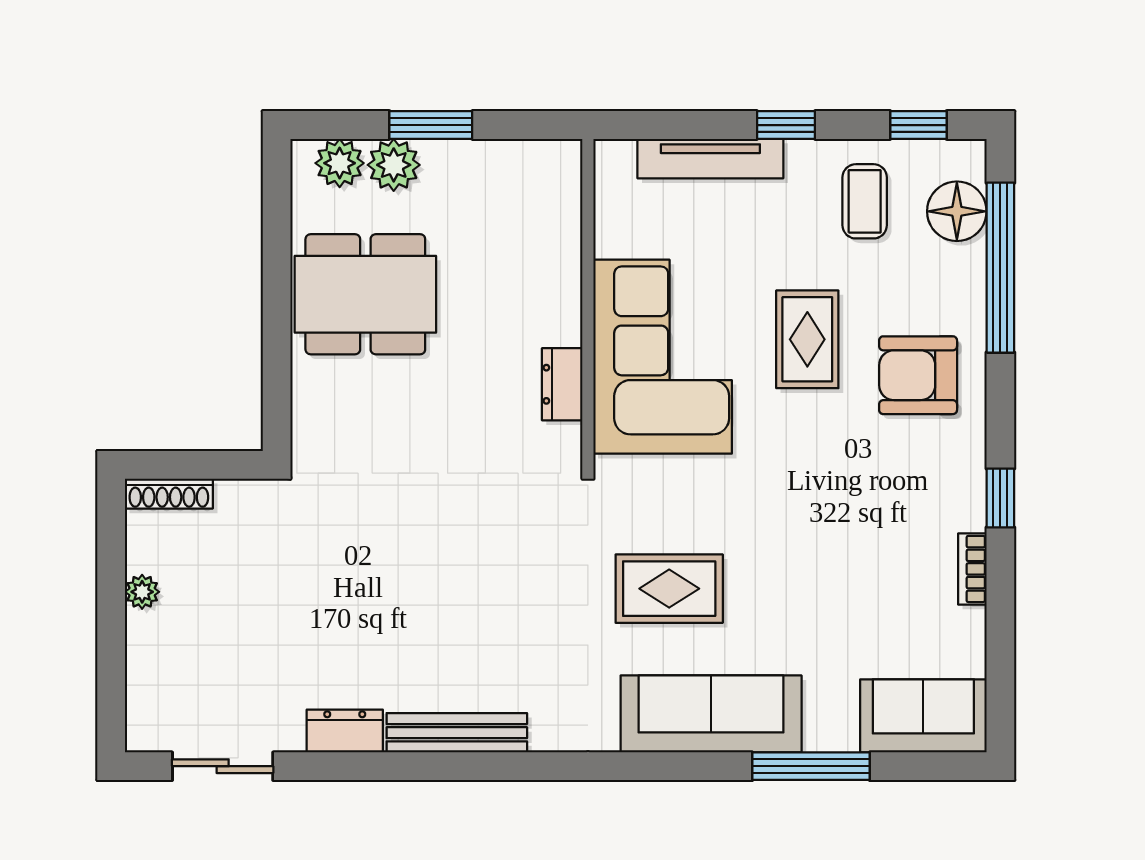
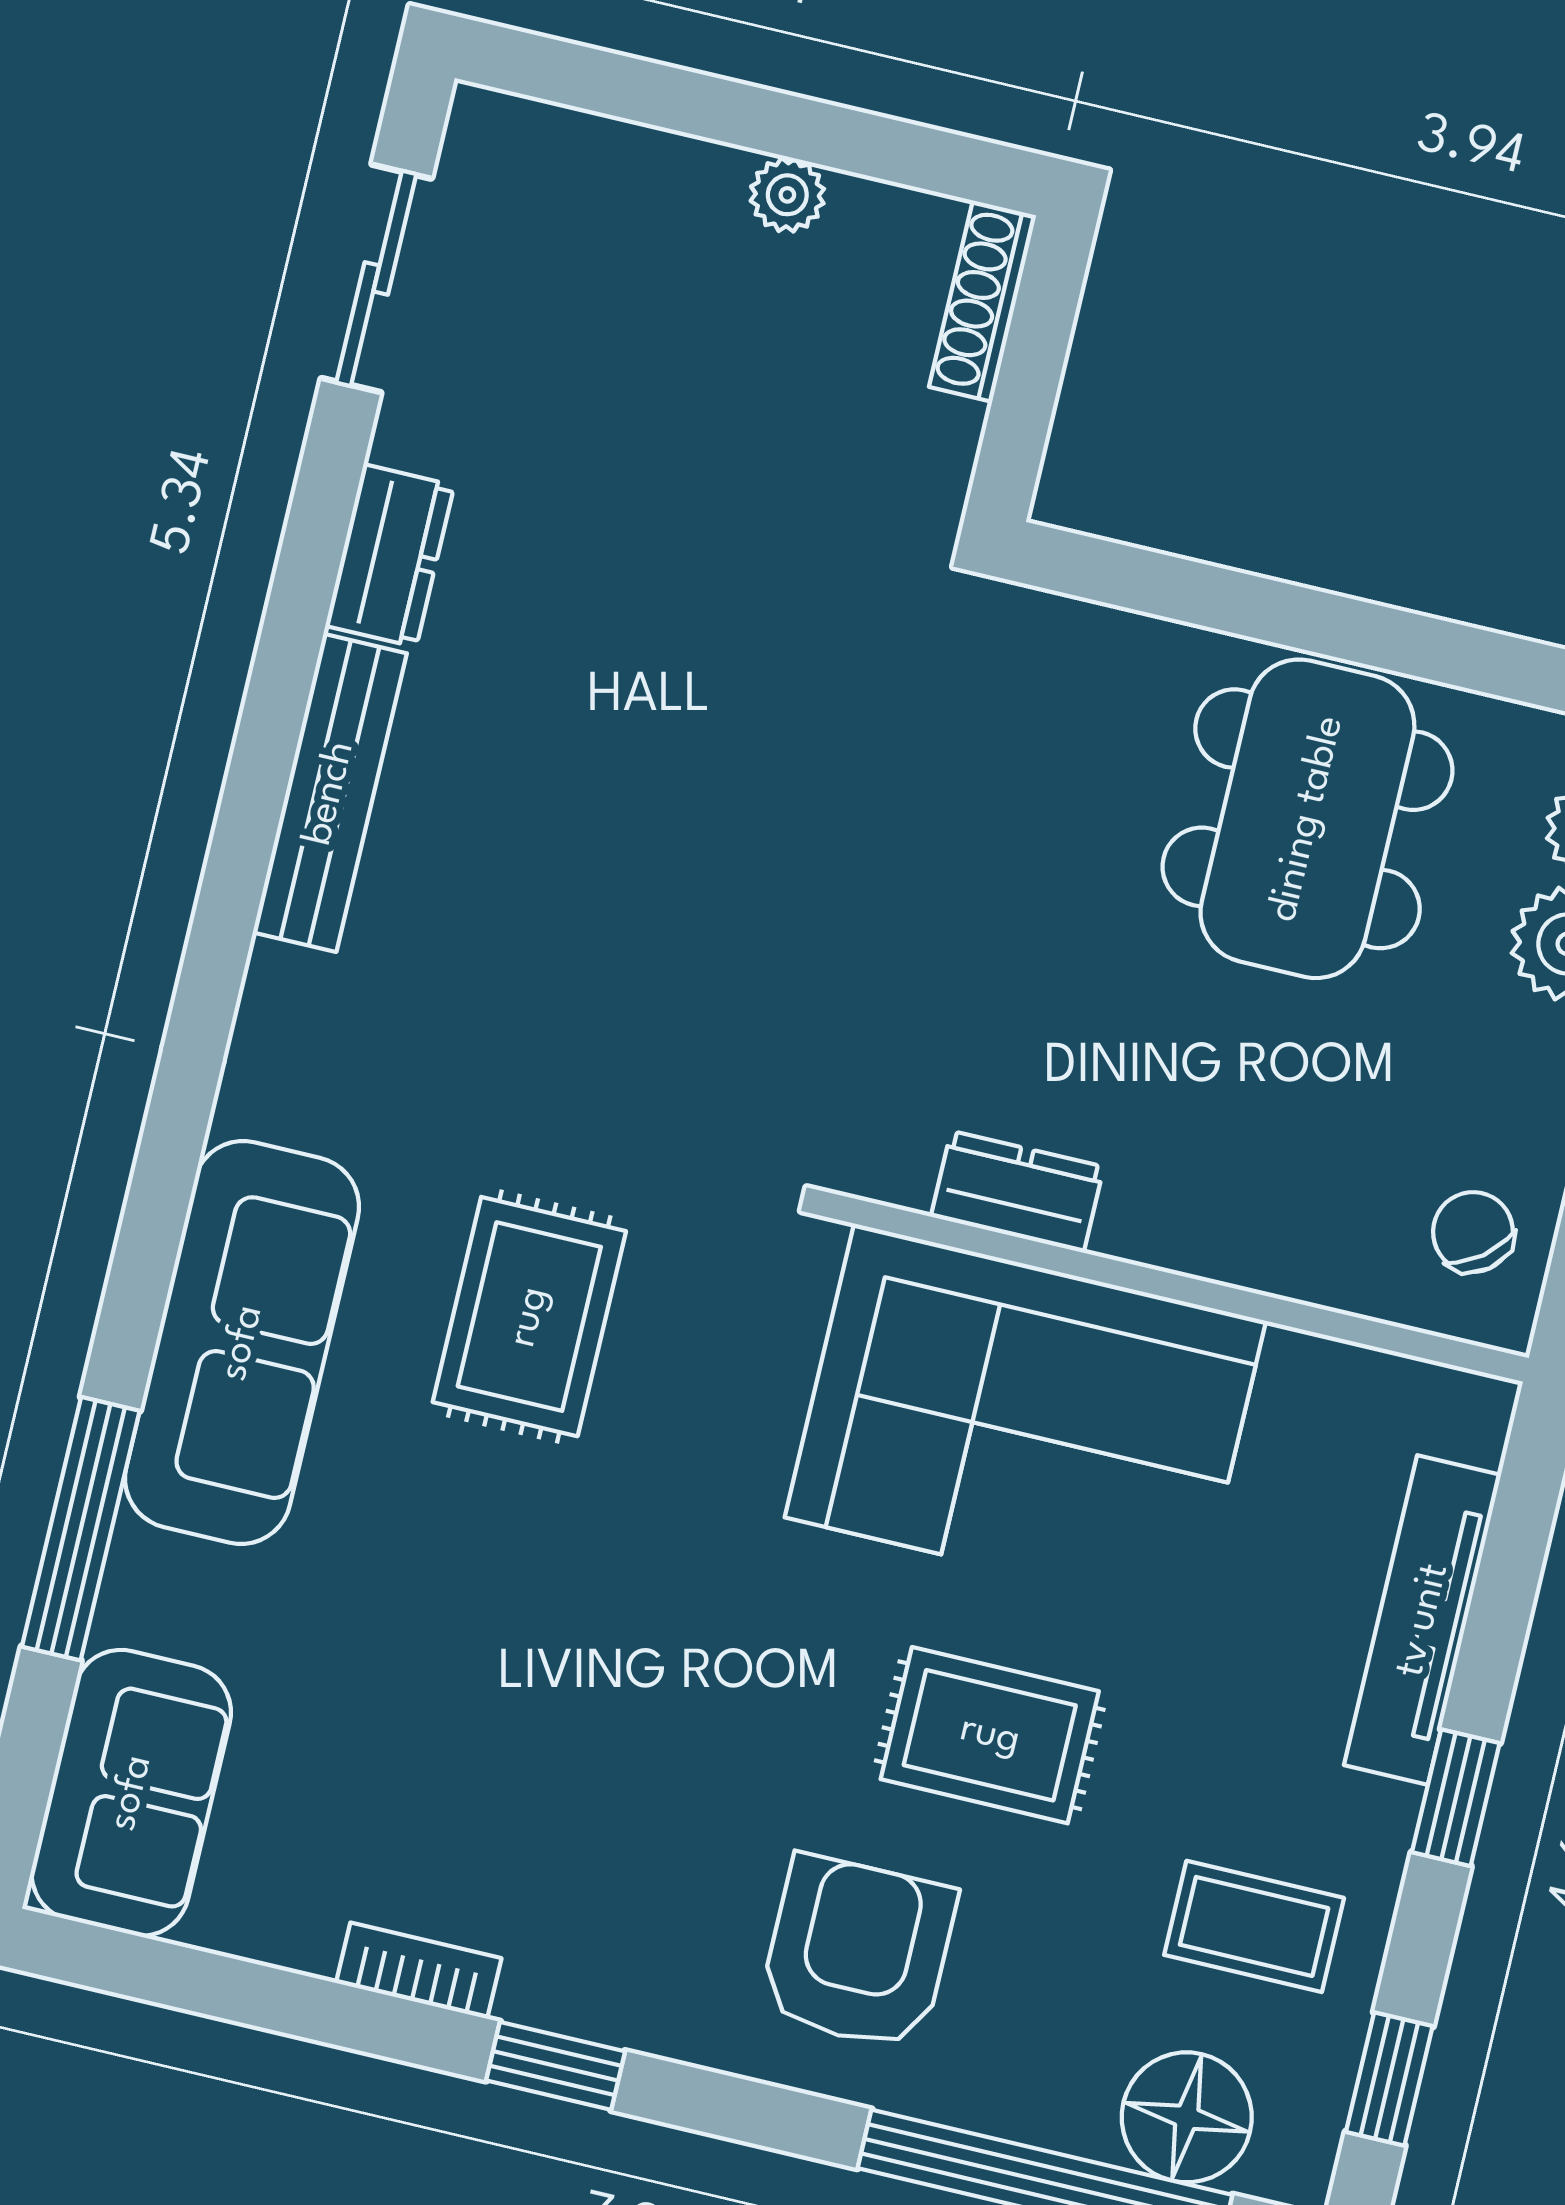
chair: (532, 177) -> (1473, 1232), added

